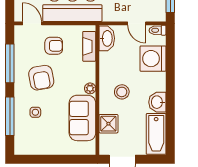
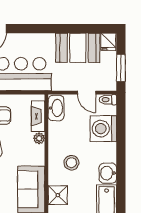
plant: (90, 88) -> (39, 138), moved

